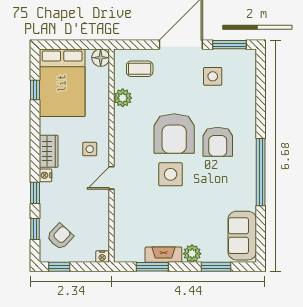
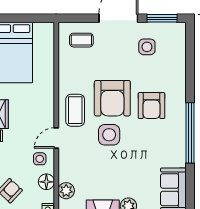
floor lamp: (101, 58) -> (46, 182), moved
plant: (123, 98) -> (66, 191), moved
coffee table: (133, 147) -> (75, 110), added
side table: (90, 149) -> (40, 159), moved

